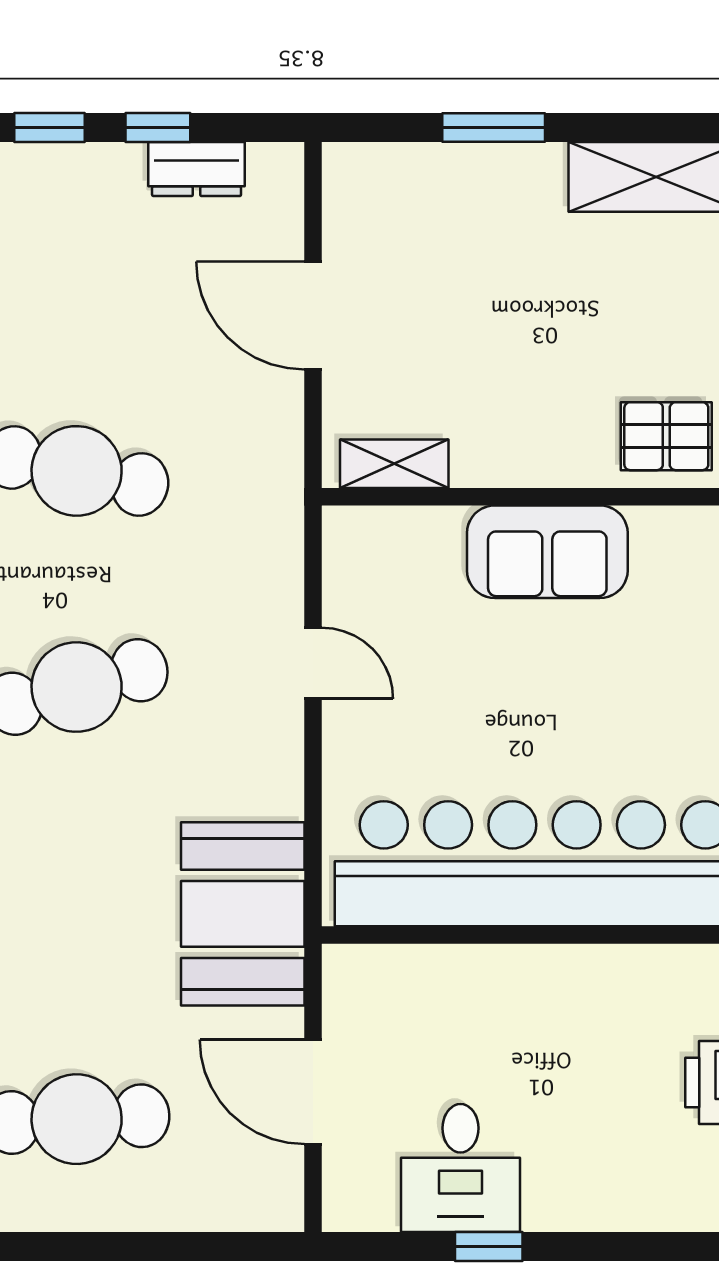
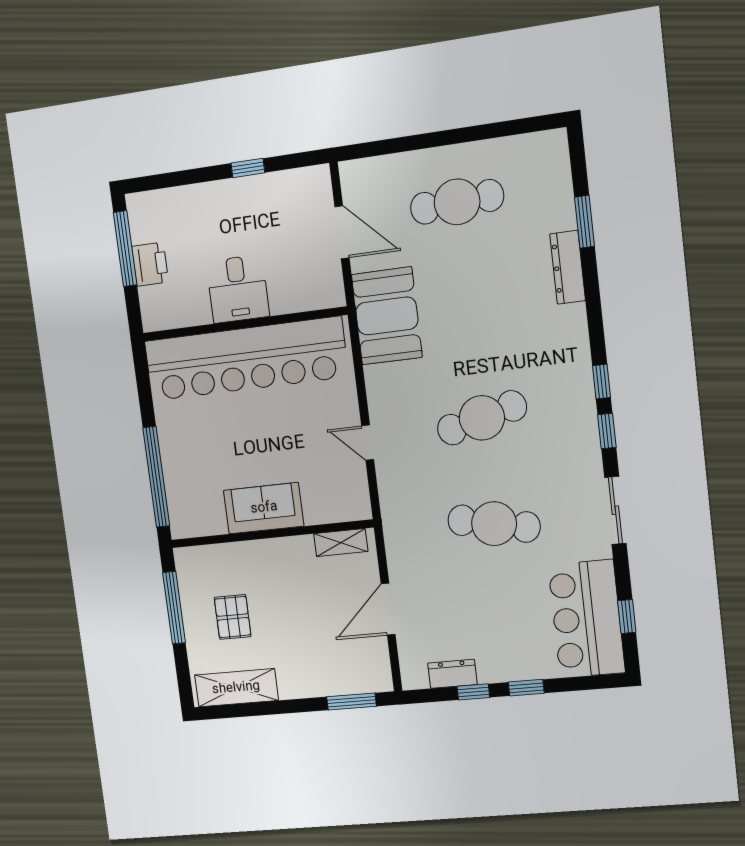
window: (494, 128) -> (352, 702), moved
door: (313, 316) -> (388, 609), swing flipped
pallet: (666, 436) -> (233, 617), moved, turned 90
desk: (460, 1168) -> (238, 289), moved, turned 180

